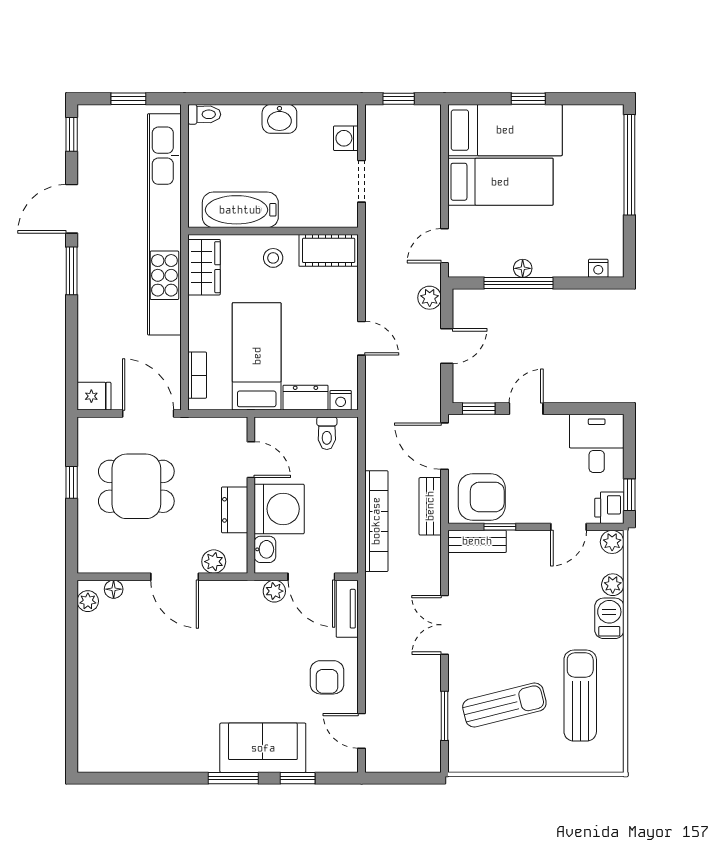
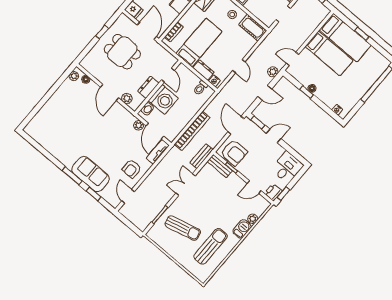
window: (518, 283) -> (306, 92), width x0.46
bench: (430, 506) -> (202, 156), moved
plant: (612, 542) -> (264, 204), removed

